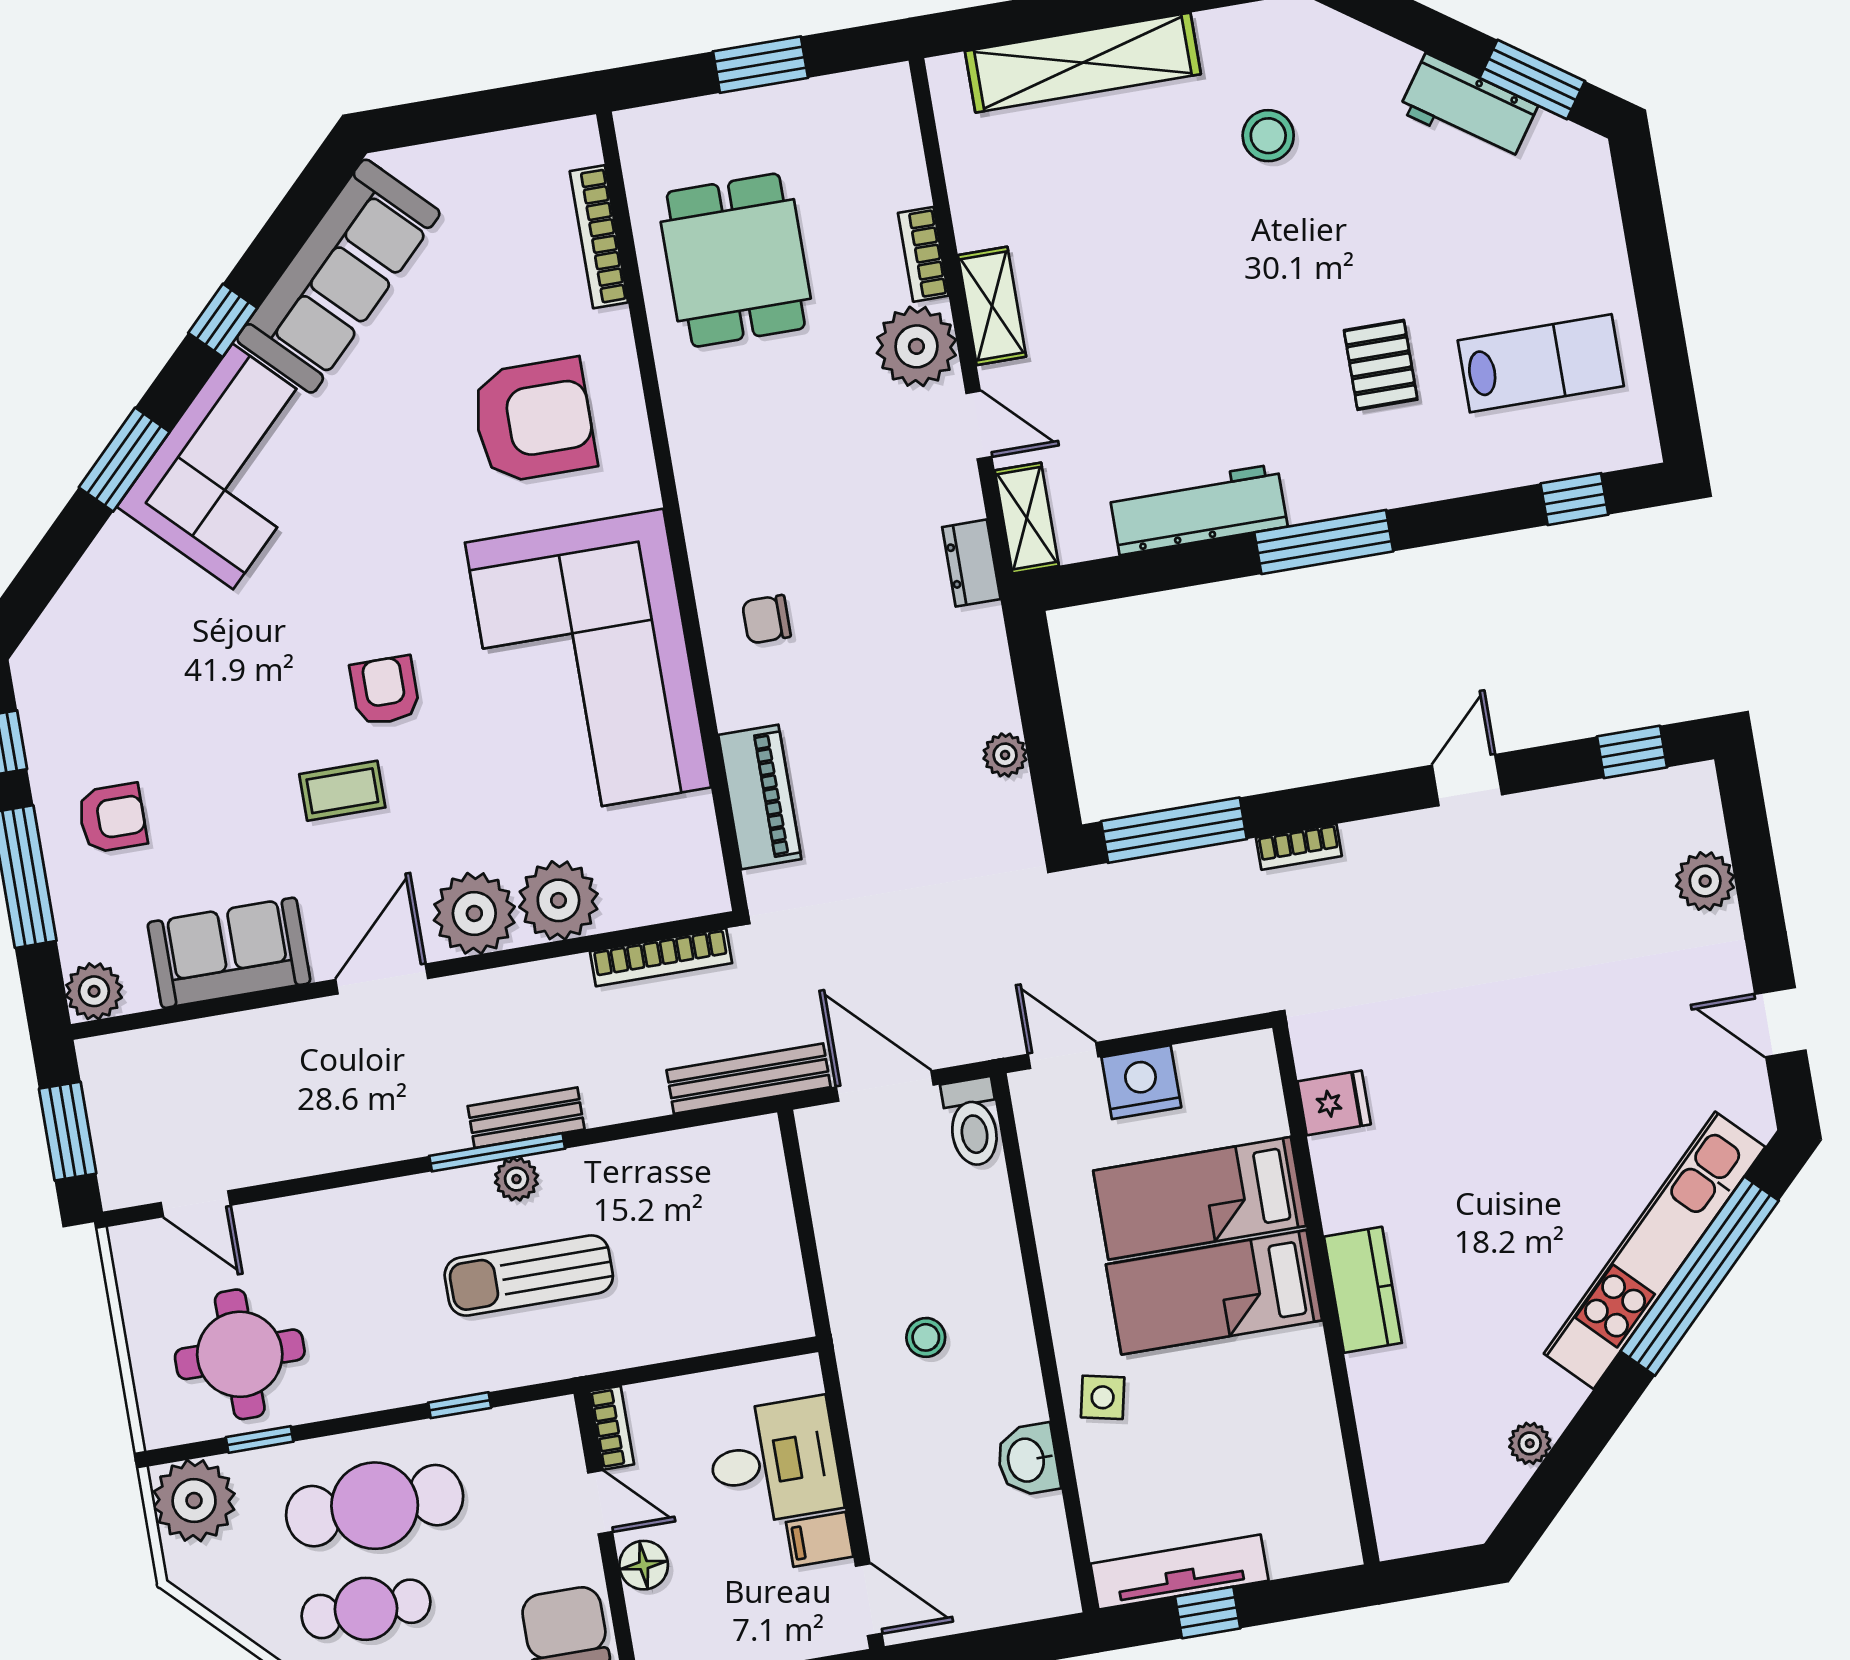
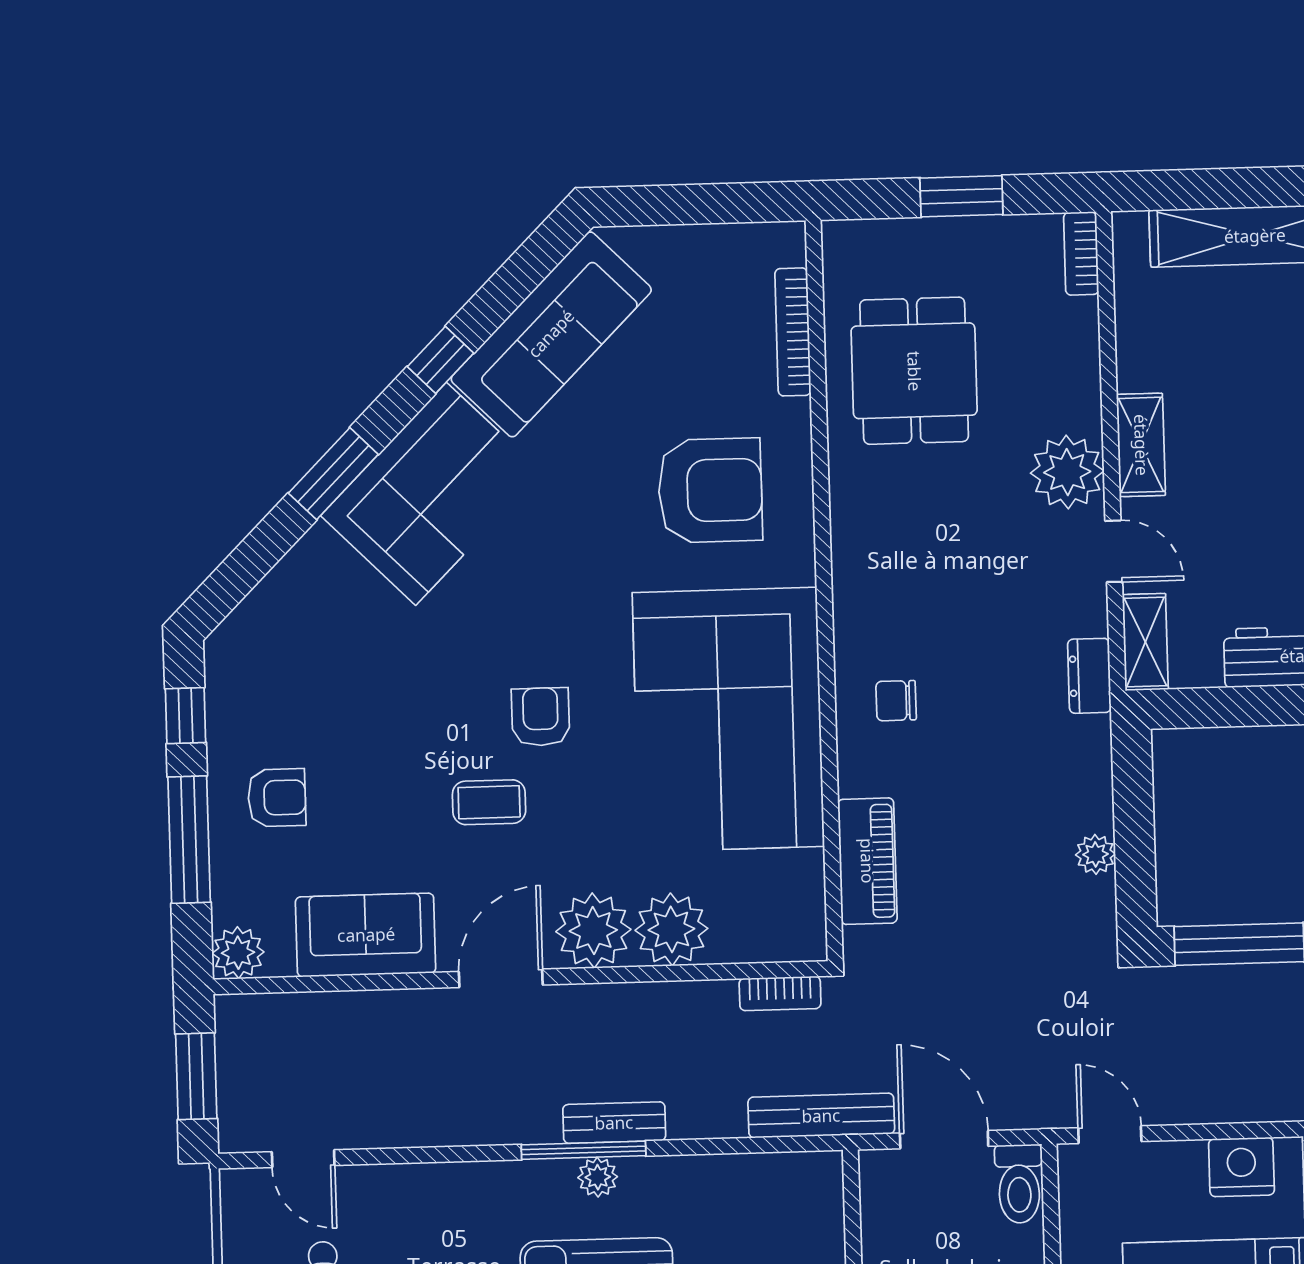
bookcase: (923, 254) -> (1081, 253), moved
bookcase: (661, 957) -> (780, 993), width x0.64
nightstand: (1141, 1082) -> (1241, 1167), moved

